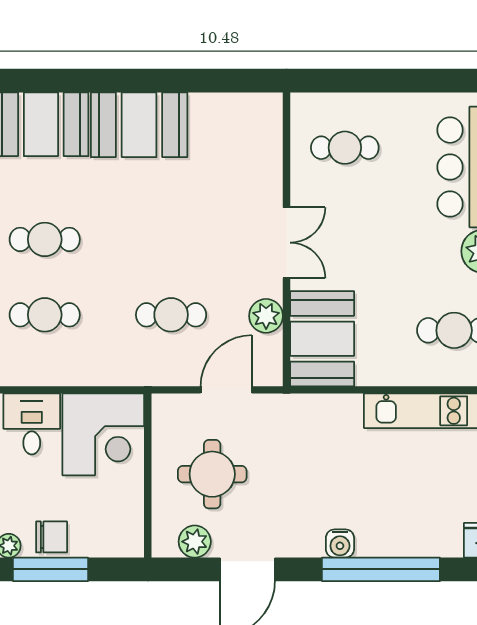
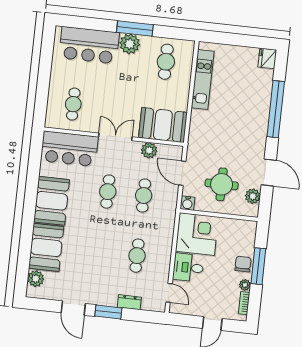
bar counter: (251, 150) -> (69, 149), added
cafe table: (45, 239) -> (108, 192), moved
water cooler: (340, 544) -> (187, 203), moved, turned 90

